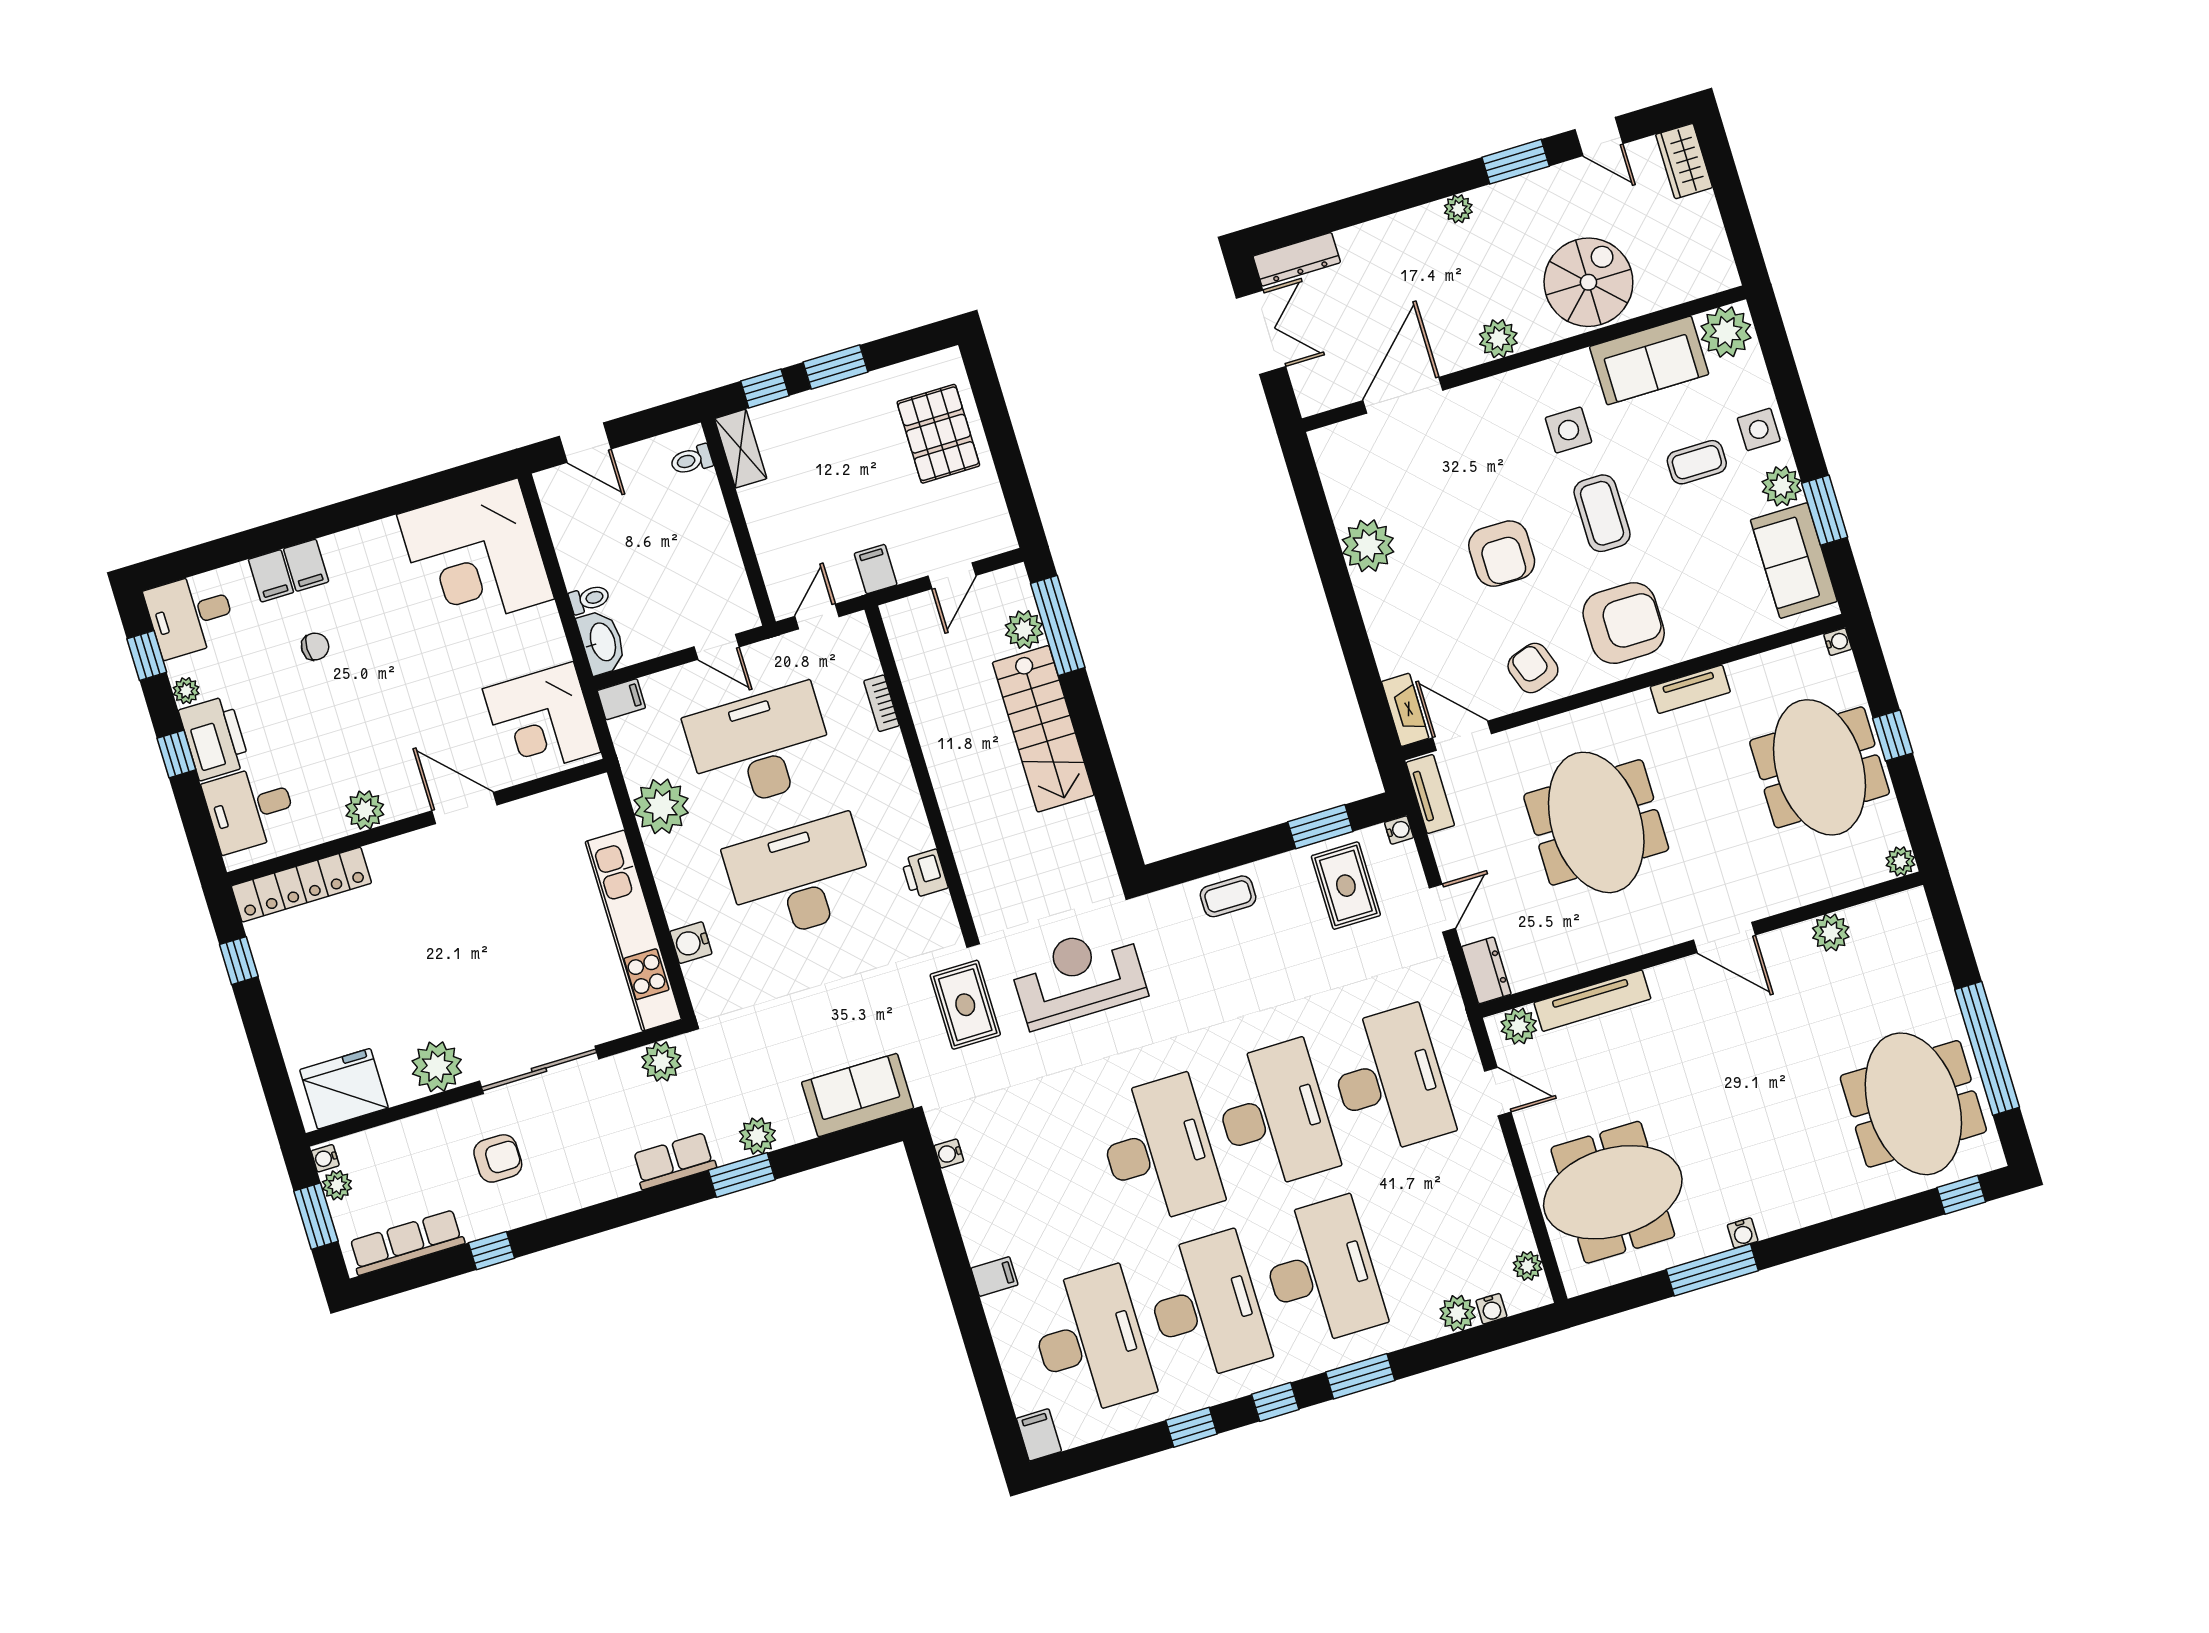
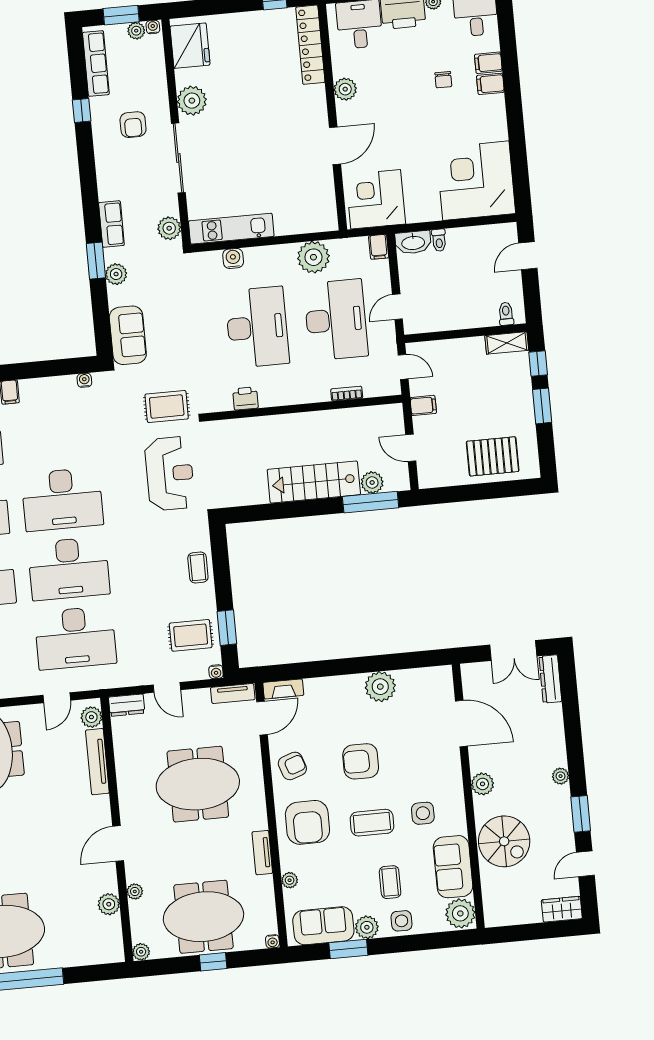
plant: (1728, 634) -> (290, 880), added
plant: (1800, 893) -> (135, 892), added
kitchen unit: (633, 931) -> (231, 229), width x0.73

